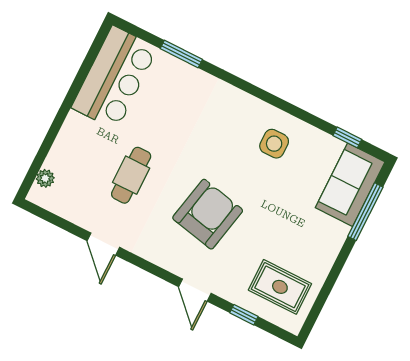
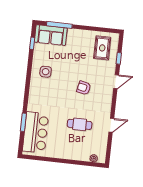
bar counter: (115, 78) -> (36, 132), moved, turned 90
armchair: (208, 214) -> (84, 88), width x0.53, depth x0.53

